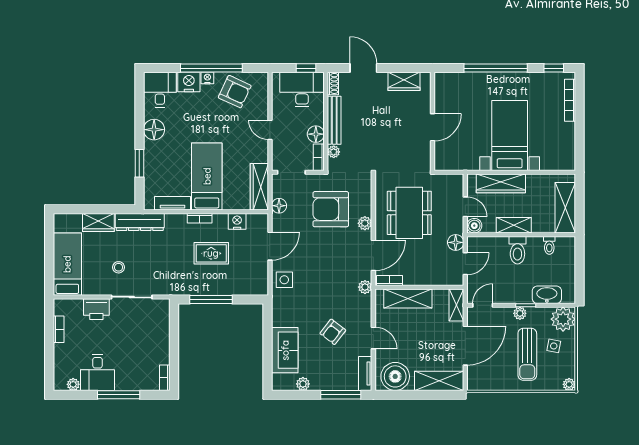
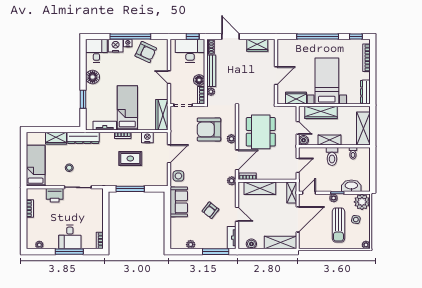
dresser: (568, 152) -> (365, 92), added
wardrobe: (463, 162) -> (296, 98), added
floor lamp: (279, 206) -> (175, 127), removed
floor lamp: (456, 242) -> (291, 151), removed
sofa: (285, 350) -> (179, 202), moved
desk: (98, 372) -> (70, 237), moved
boiler: (395, 376) -> (251, 244), width x0.54, depth x0.54

